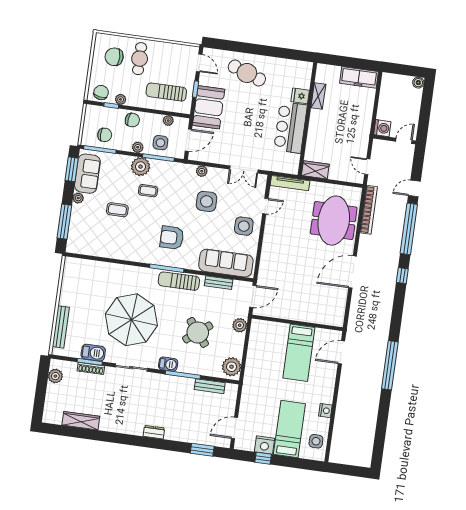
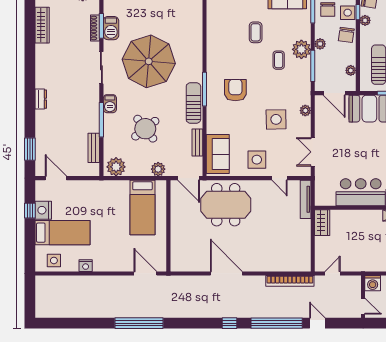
side table: (160, 143) -> (348, 13), moved
meeting table: (334, 221) -> (226, 205), moved
sofa: (226, 263) -> (218, 154), width x0.73
bed: (299, 353) -> (142, 207), moved, turned -90

